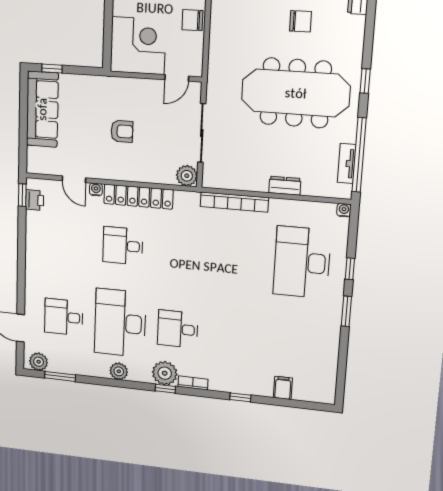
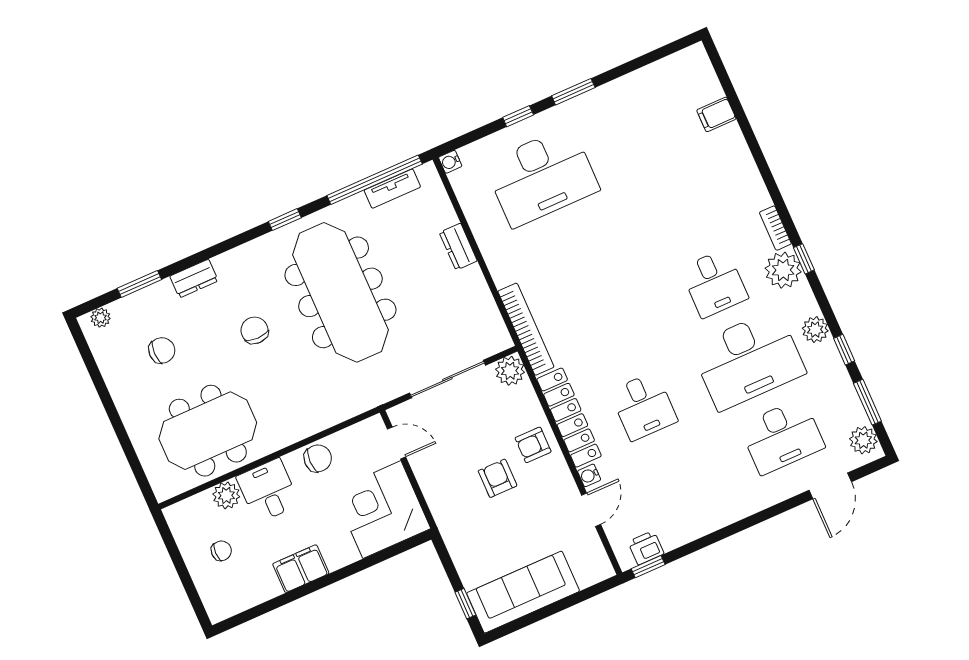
chair: (192, 20) -> (318, 458), turned -90
armchair: (132, 165) -> (533, 445), added
bookcase: (234, 202) -> (526, 329), moved
desk: (64, 317) -> (782, 436), width x1.37
window: (240, 397) -> (844, 350), moved

